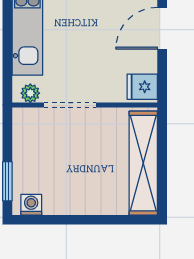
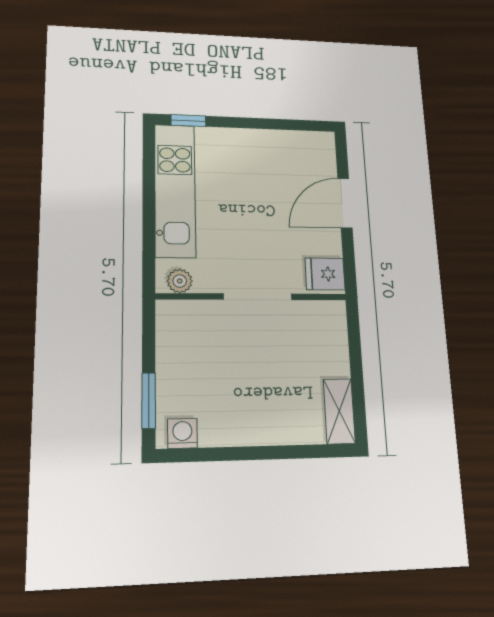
doorway: (70, 105) -> (258, 297), moved
shelving: (143, 163) -> (339, 411), width x0.45, depth x0.75

